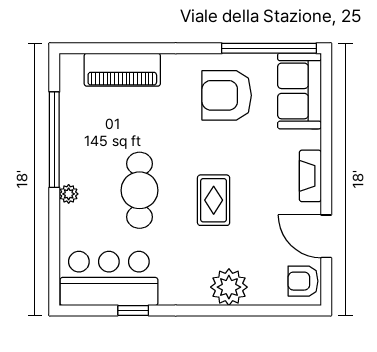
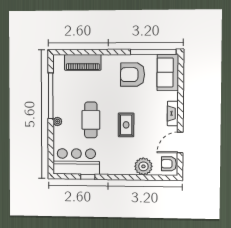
door: (326, 236) -> (180, 143), hinge flipped
plant: (229, 287) -> (143, 166), moved

